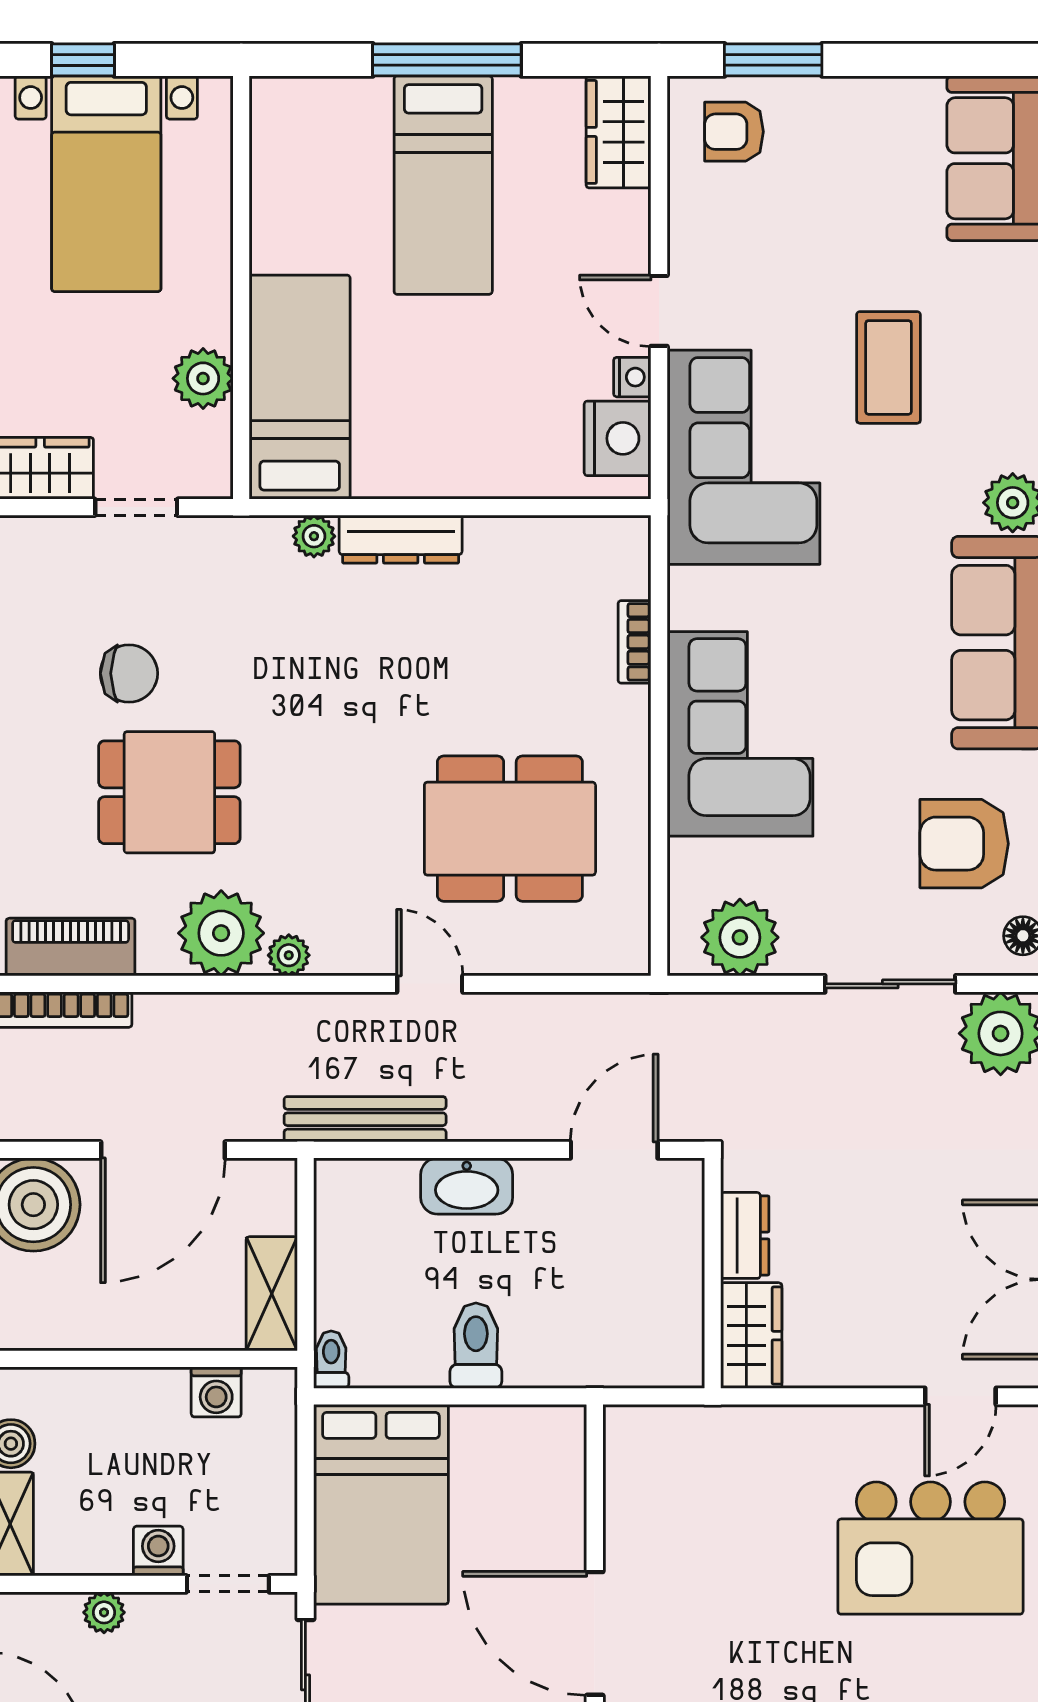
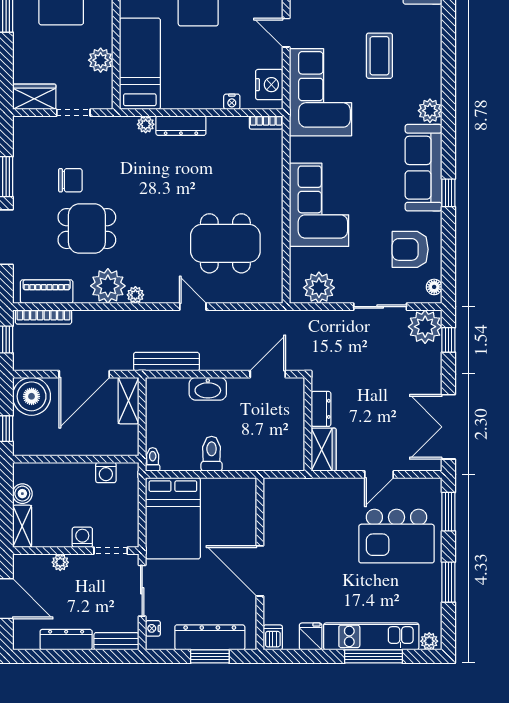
nightstand: (632, 377) -> (232, 102), moved, turned 90
bookcase: (635, 642) -> (266, 123), moved, turned -90
shelving: (272, 1294) -> (129, 401), moved
door: (960, 1396) -> (379, 474), moved

